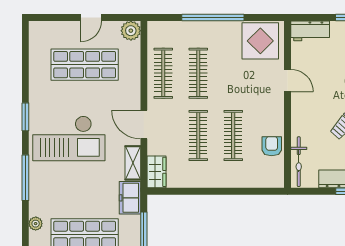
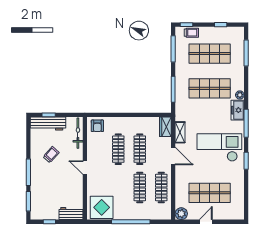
door: (287, 80) -> (85, 168), moved
armchair: (272, 146) -> (97, 126), moved
freezer: (130, 198) -> (238, 110), moved, turned 180

